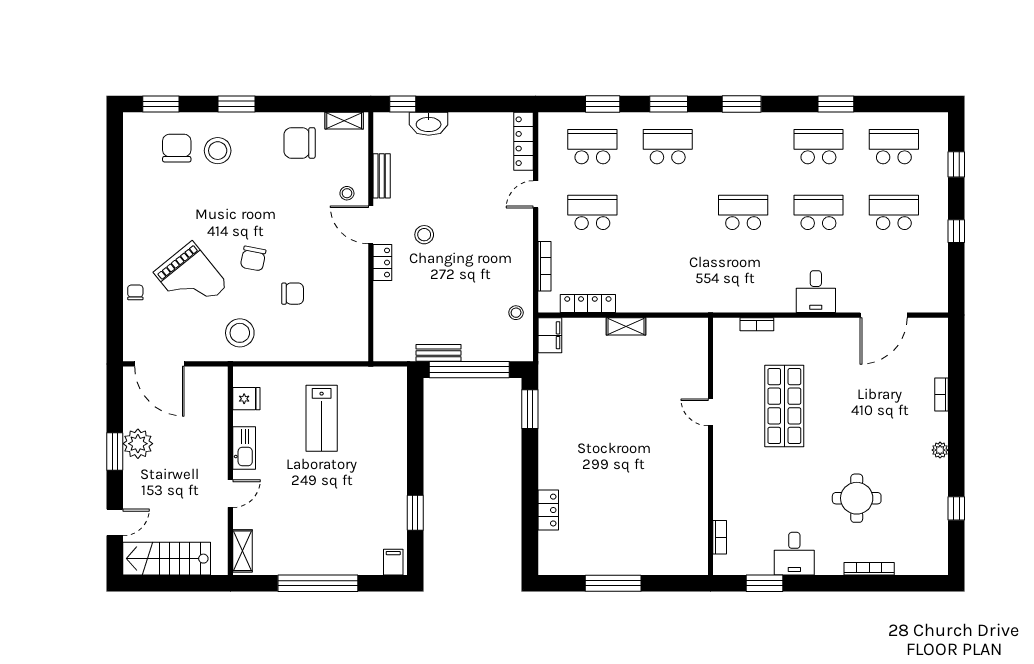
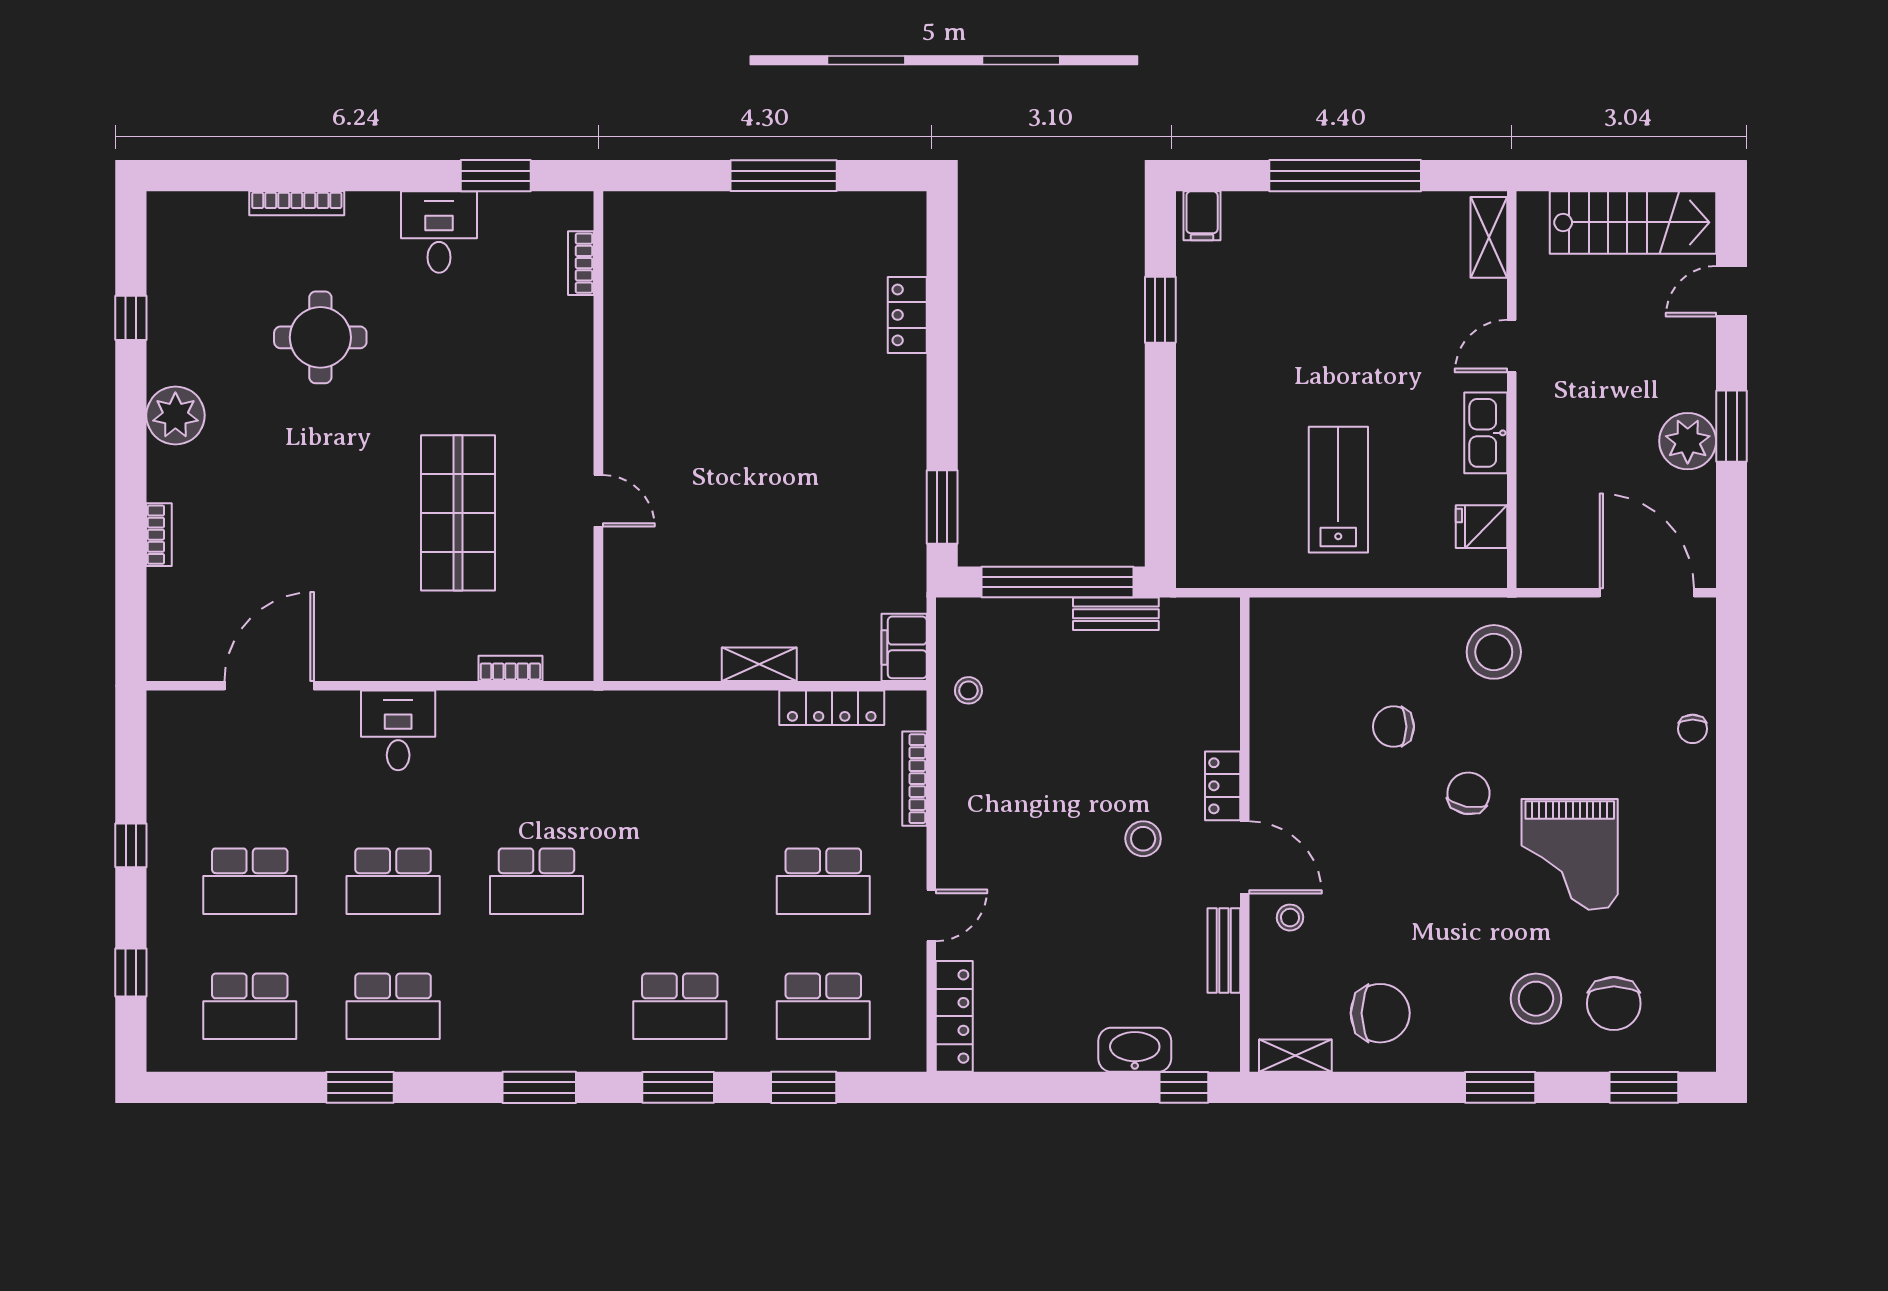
grand piano: (191, 279) -> (1570, 854), moved, turned -141
plant: (940, 450) -> (175, 415), width x1.87, depth x1.87

